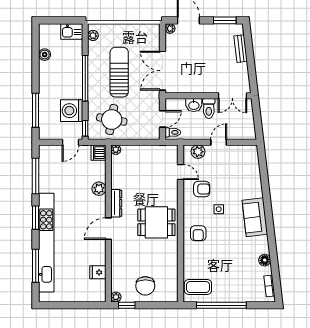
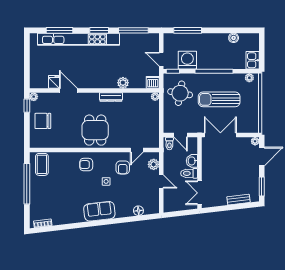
sun lounger: (119, 72) -> (219, 99), turned 180
door: (108, 229) -> (68, 90), moved
floor lamp: (265, 260) -> (138, 211), moved

